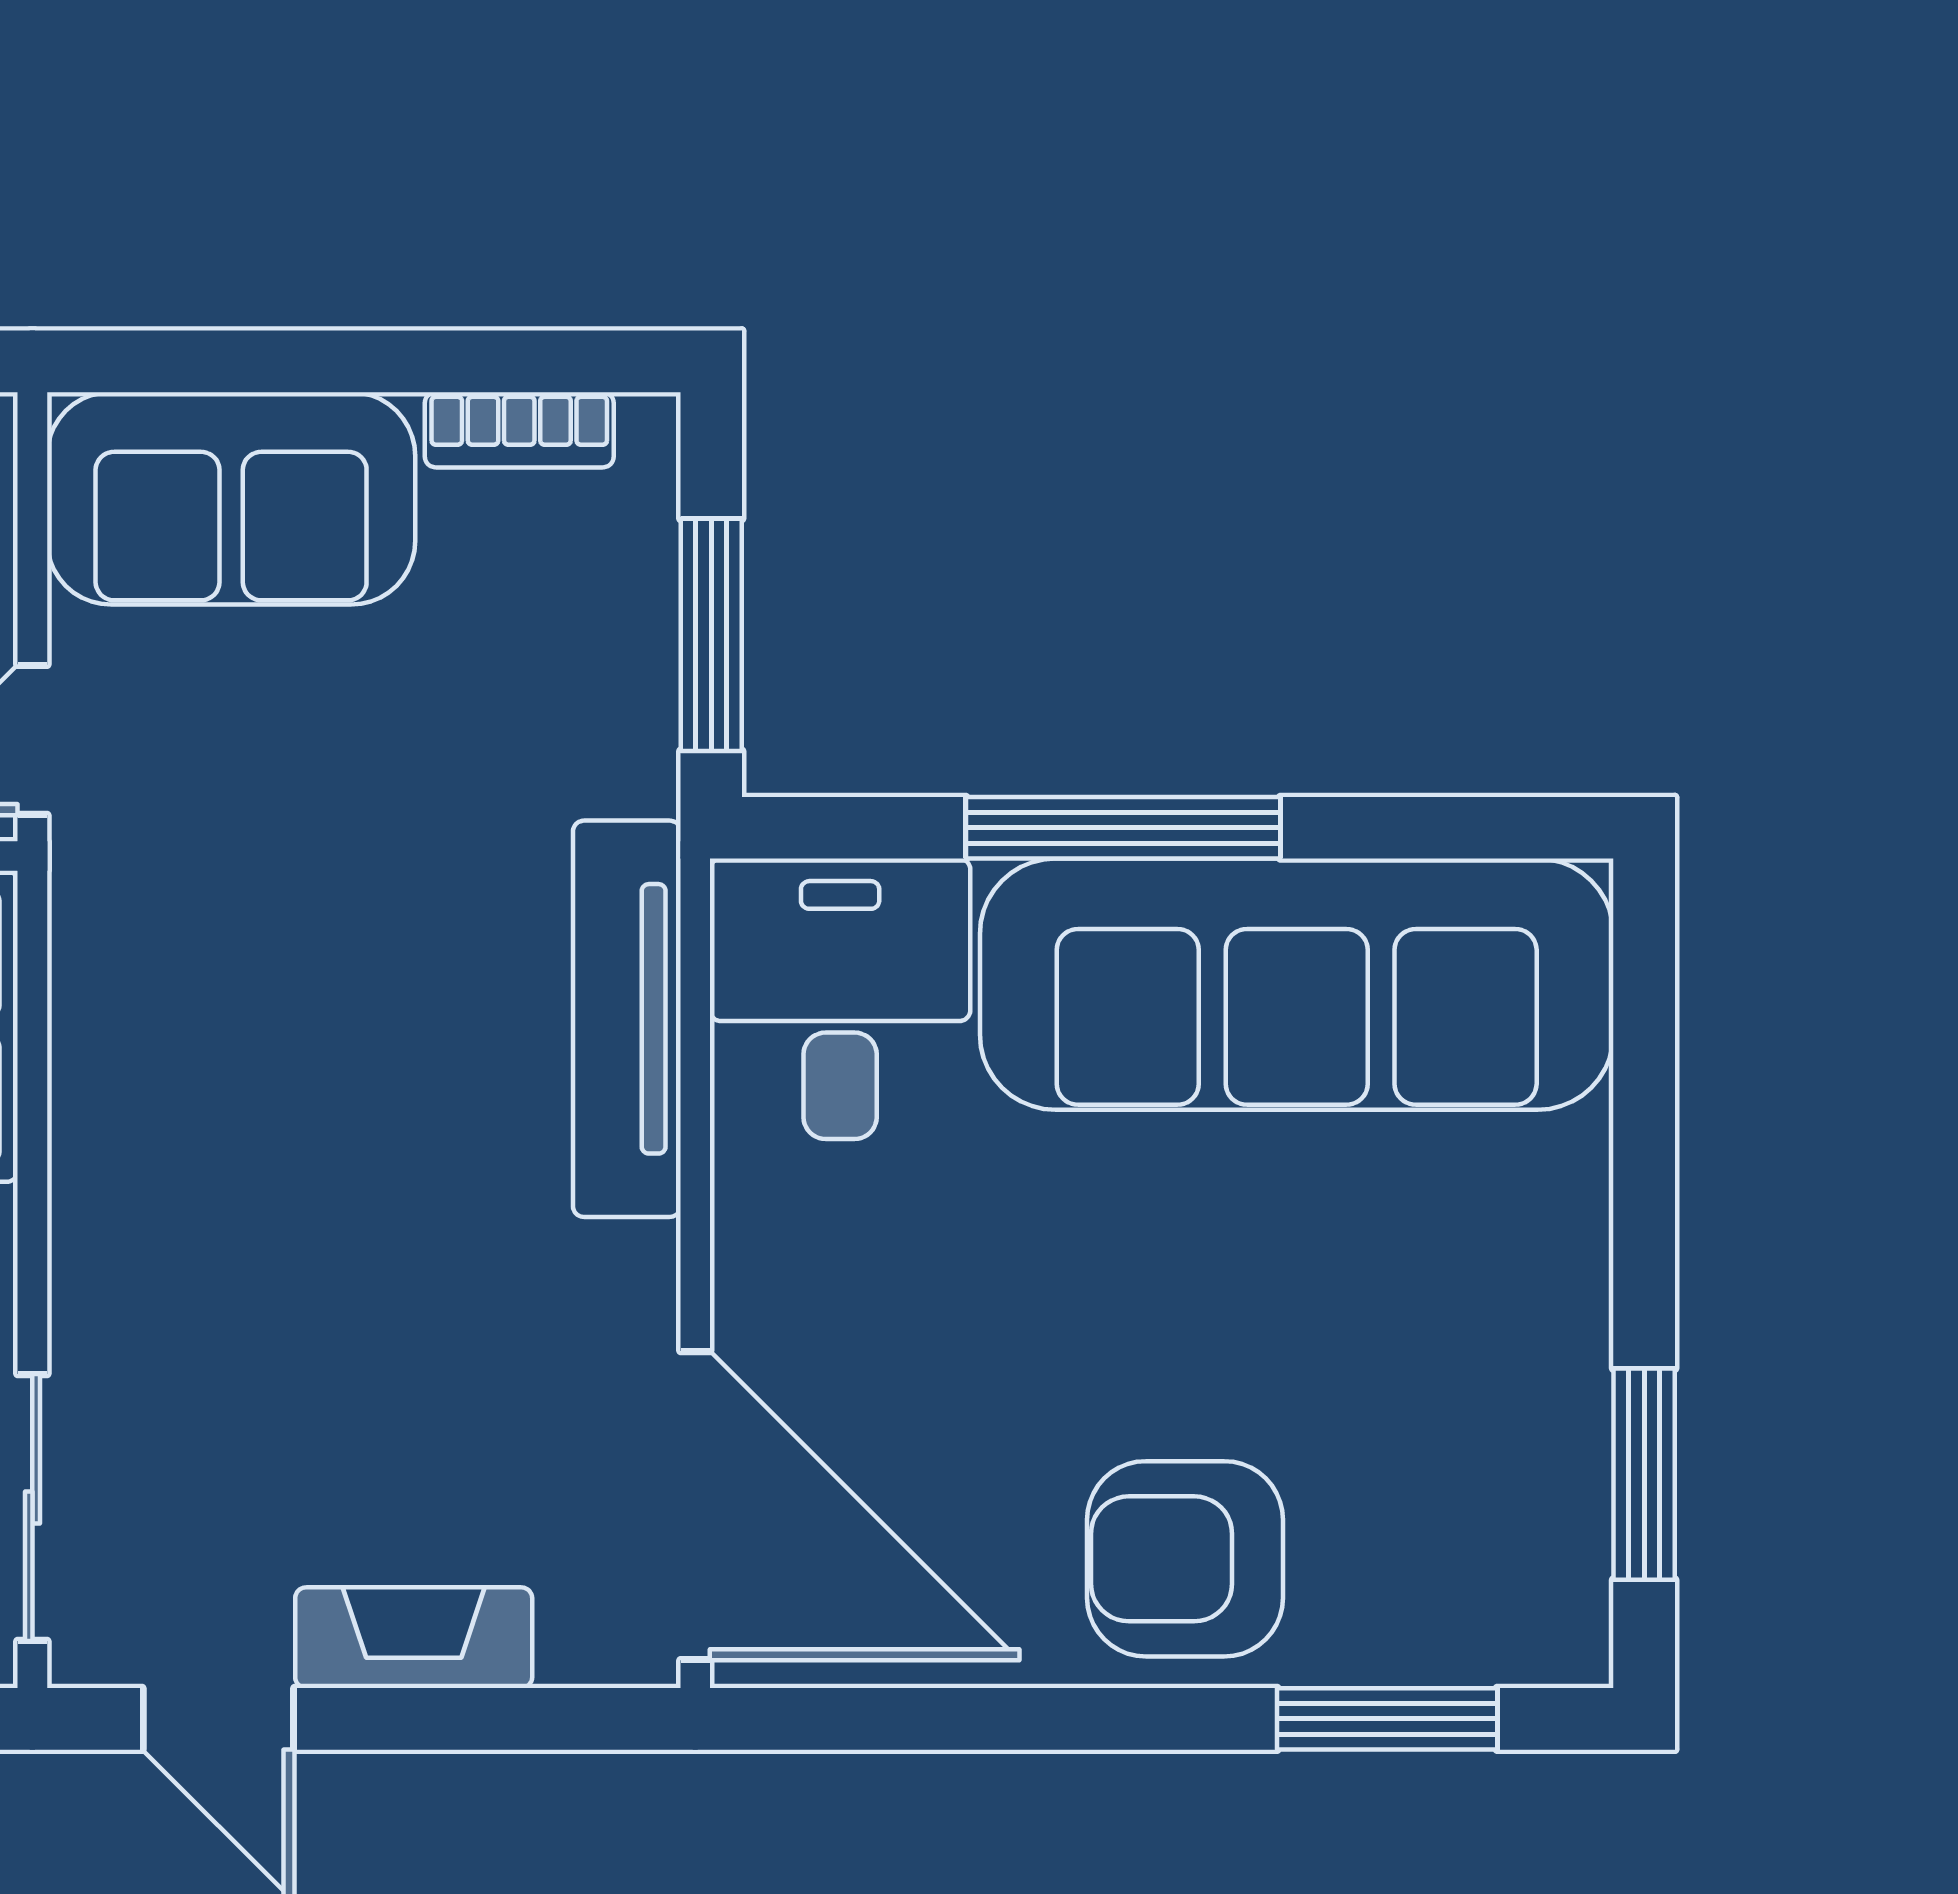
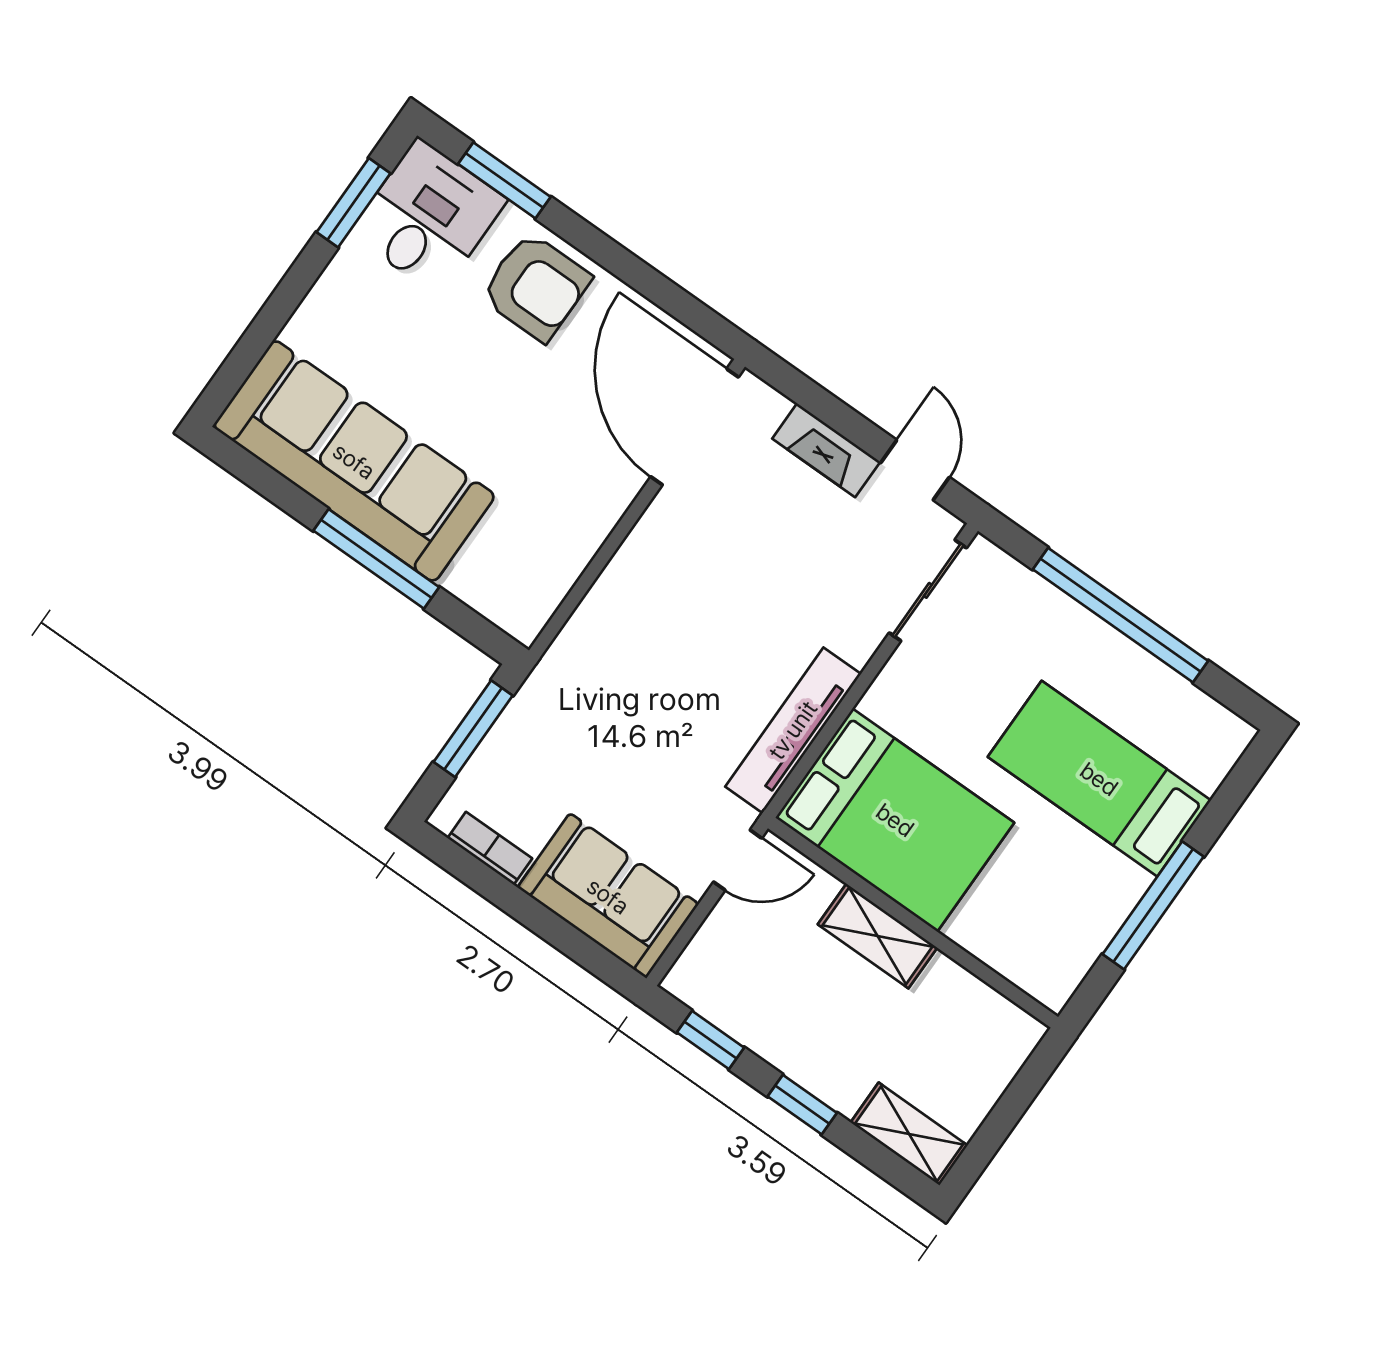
desk: (840, 999) -> (428, 217), moved, turned 180
tv unit: (627, 1019) -> (793, 730), moved, turned 180

